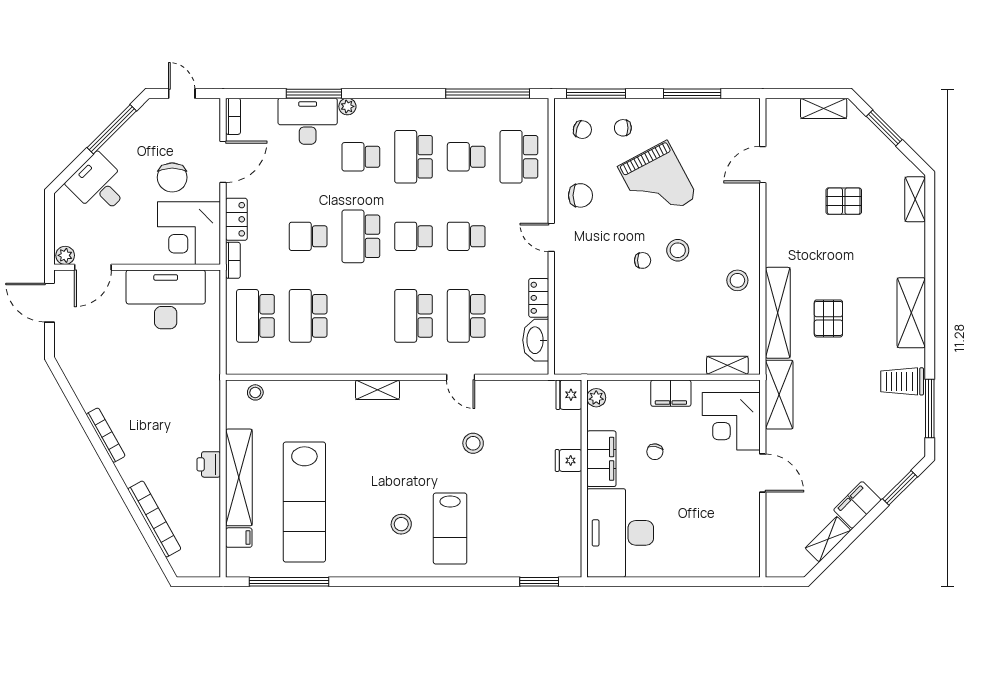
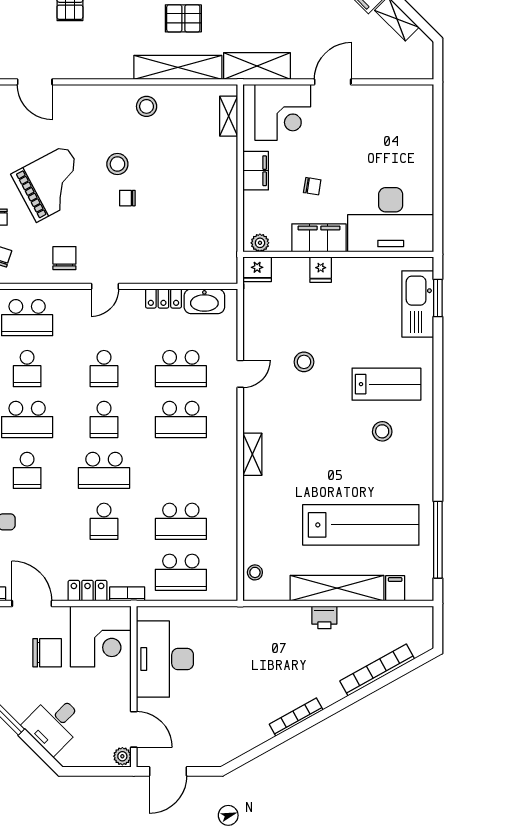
chair: (643, 260) -> (127, 198), turned -90
kitchen sink: (533, 561) -> (418, 304), added

